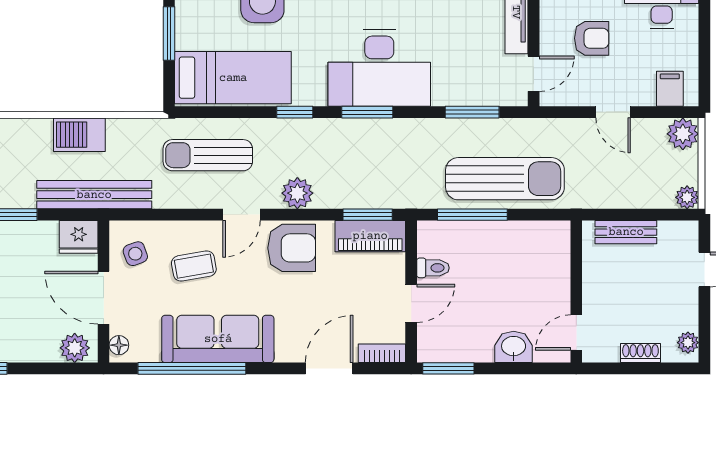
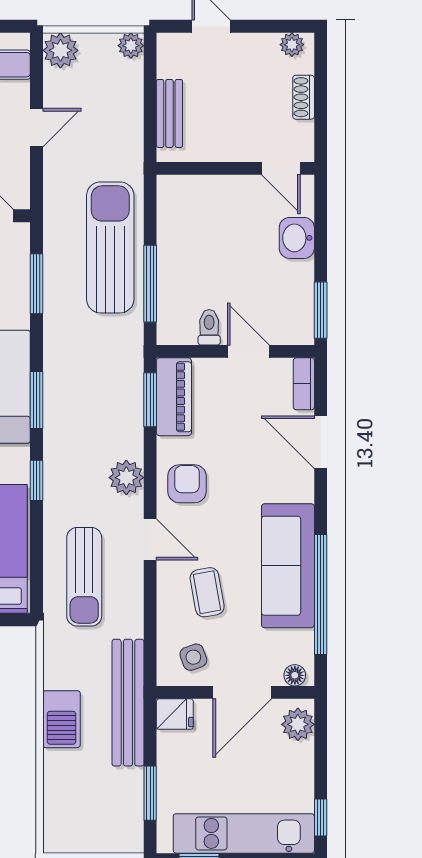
fridge: (79, 237) -> (175, 714), width x0.72
armchair: (292, 248) -> (187, 484), width x0.72, depth x0.72

